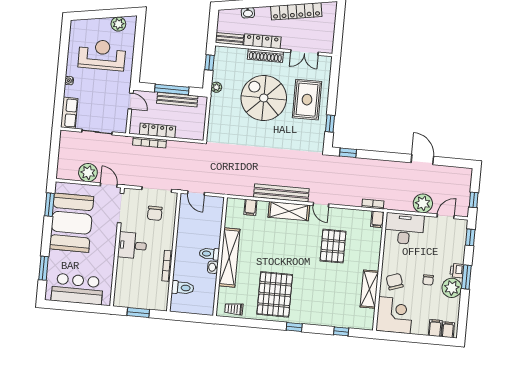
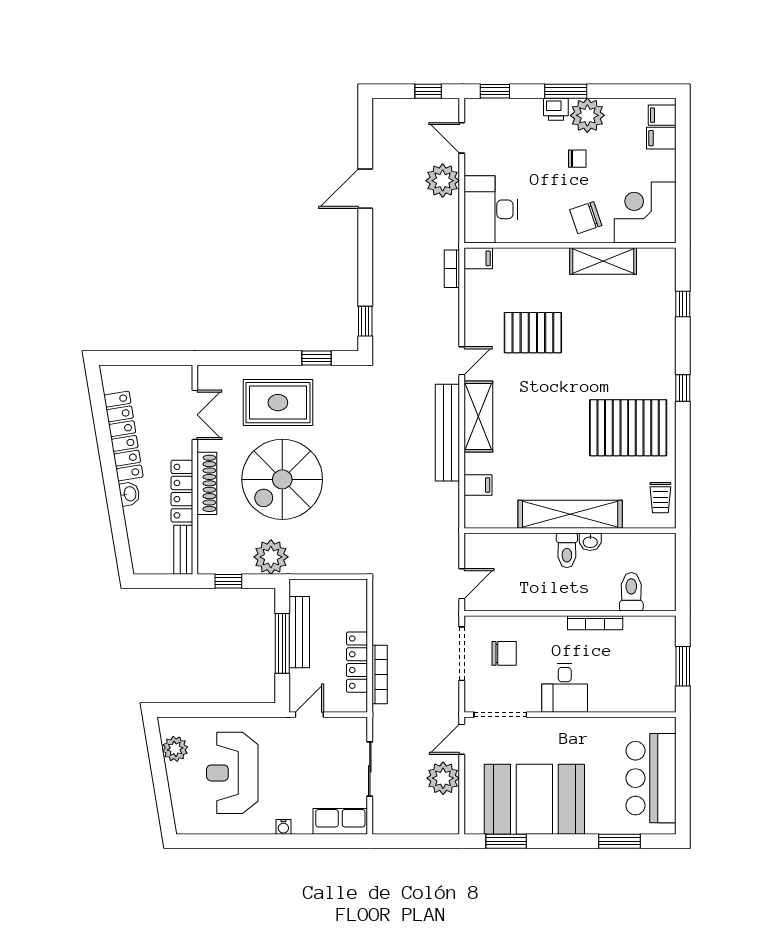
washbasin: (248, 13) -> (129, 494), moved
plant: (216, 87) -> (271, 557), width x1.87, depth x1.87

